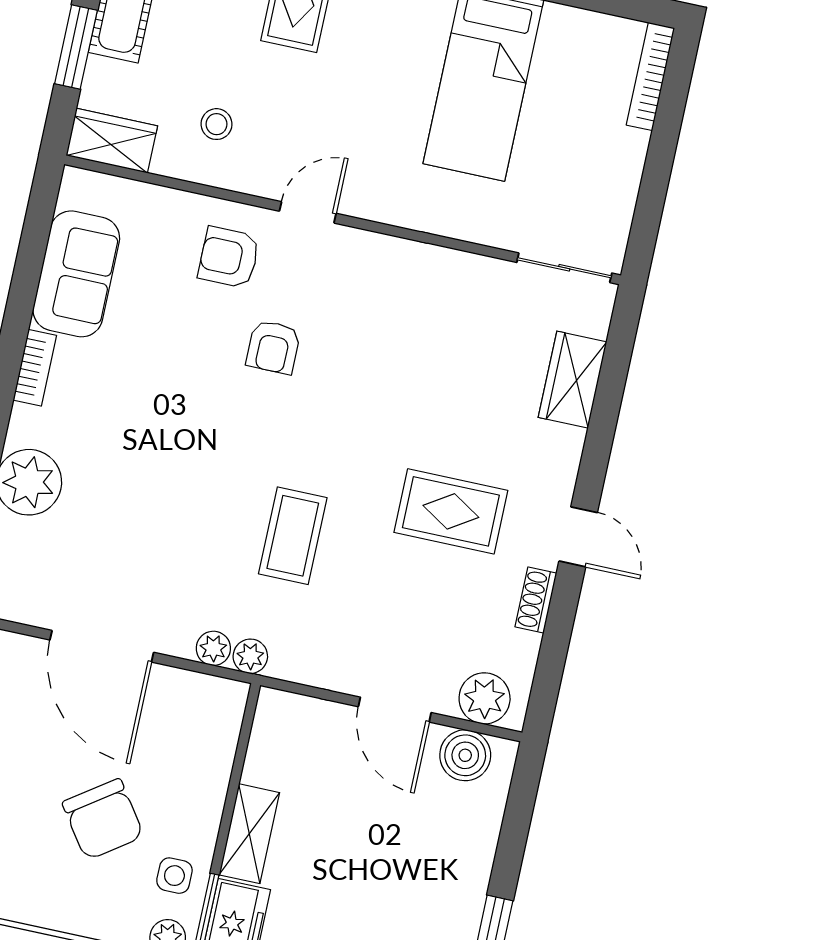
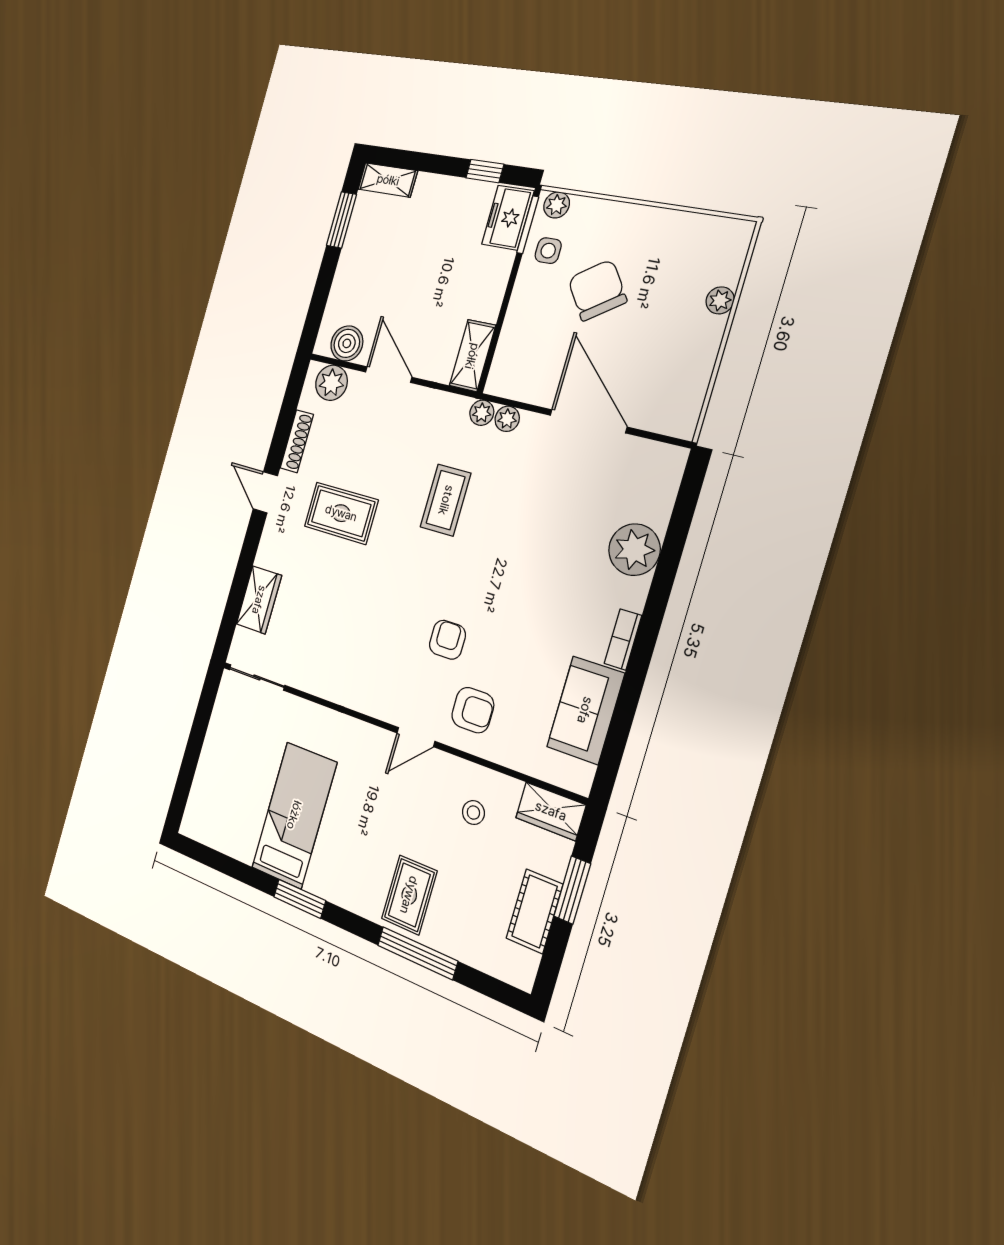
bookcase: (650, 76) -> (195, 802), removed
shoe rack: (536, 600) -> (297, 441), width x1.43
shelving: (249, 834) -> (472, 356), moved

